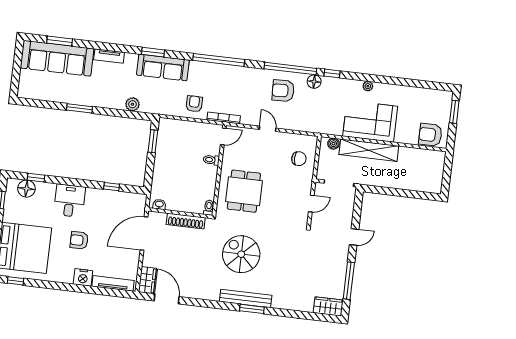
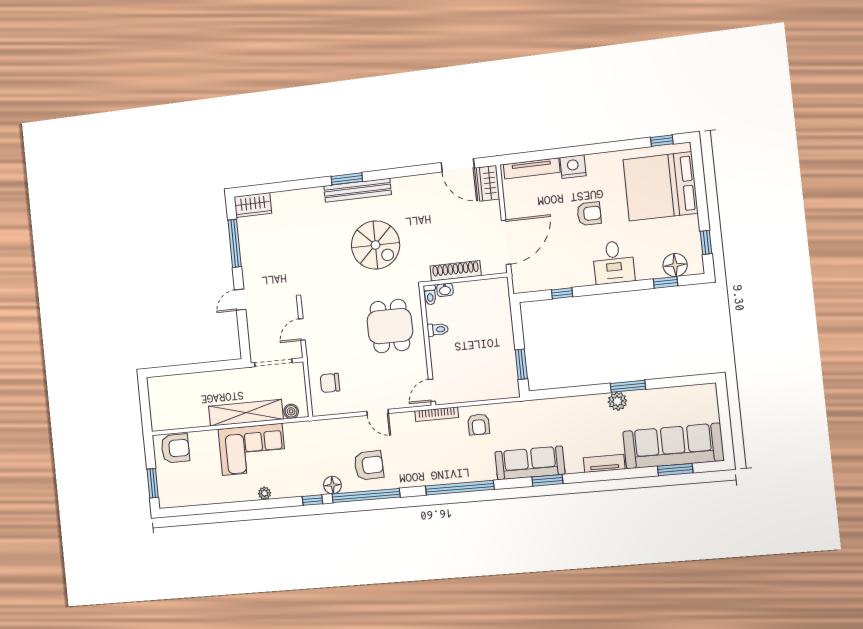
plant: (132, 104) -> (617, 401), moved
toilet: (211, 160) -> (438, 330), moved
washbasin: (159, 204) -> (445, 290), moved

